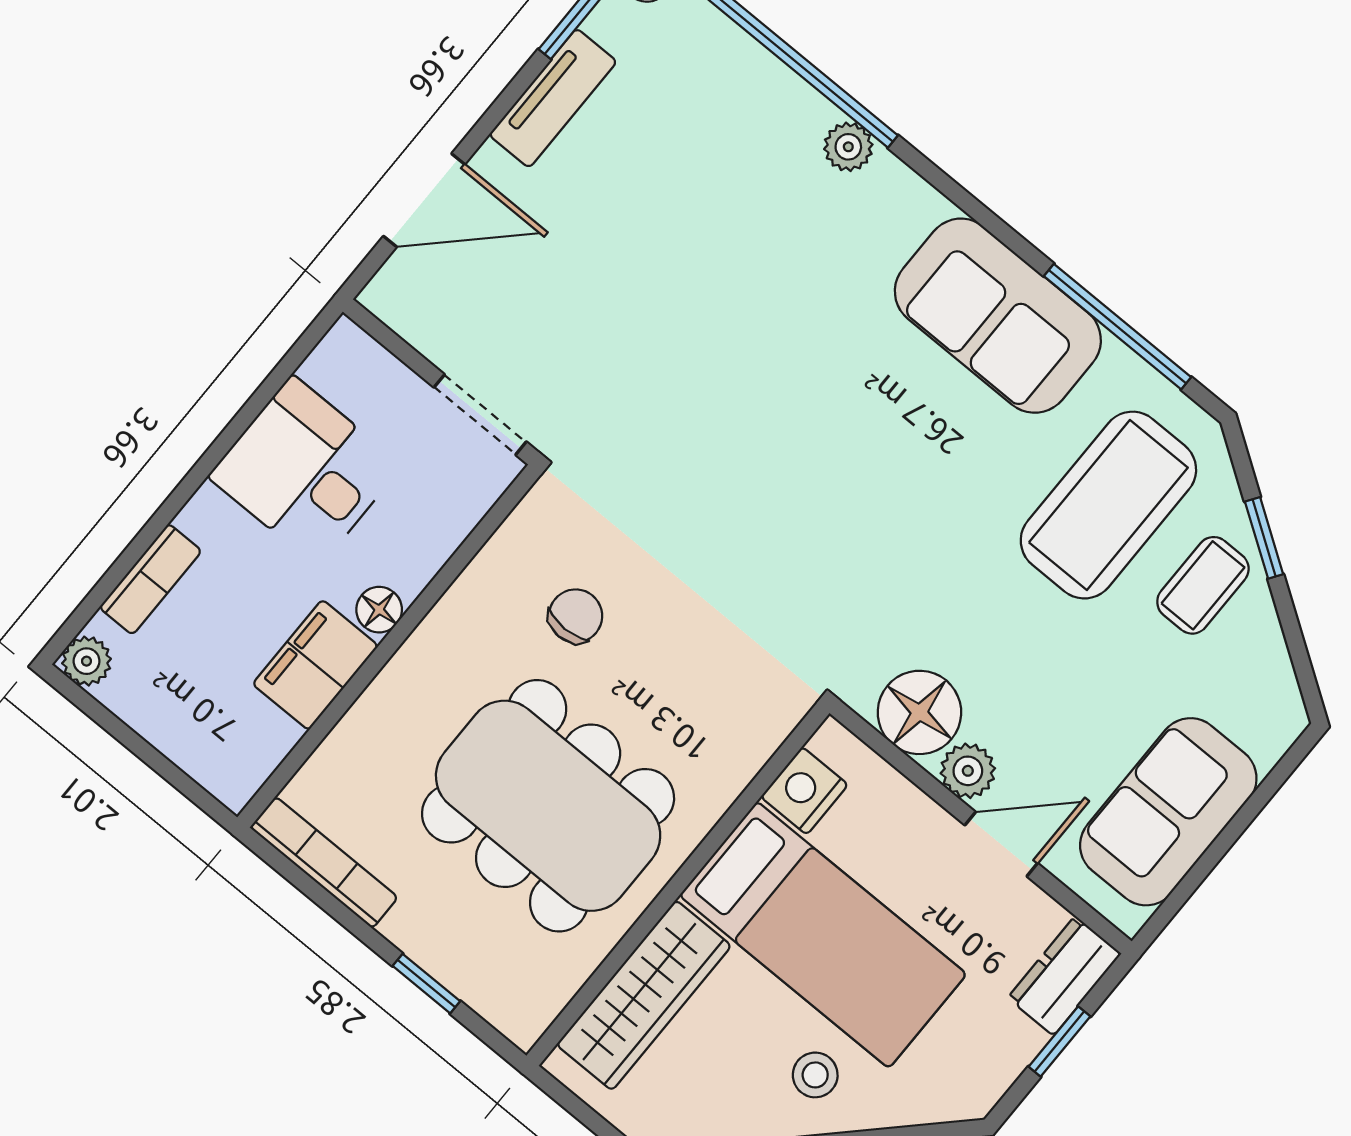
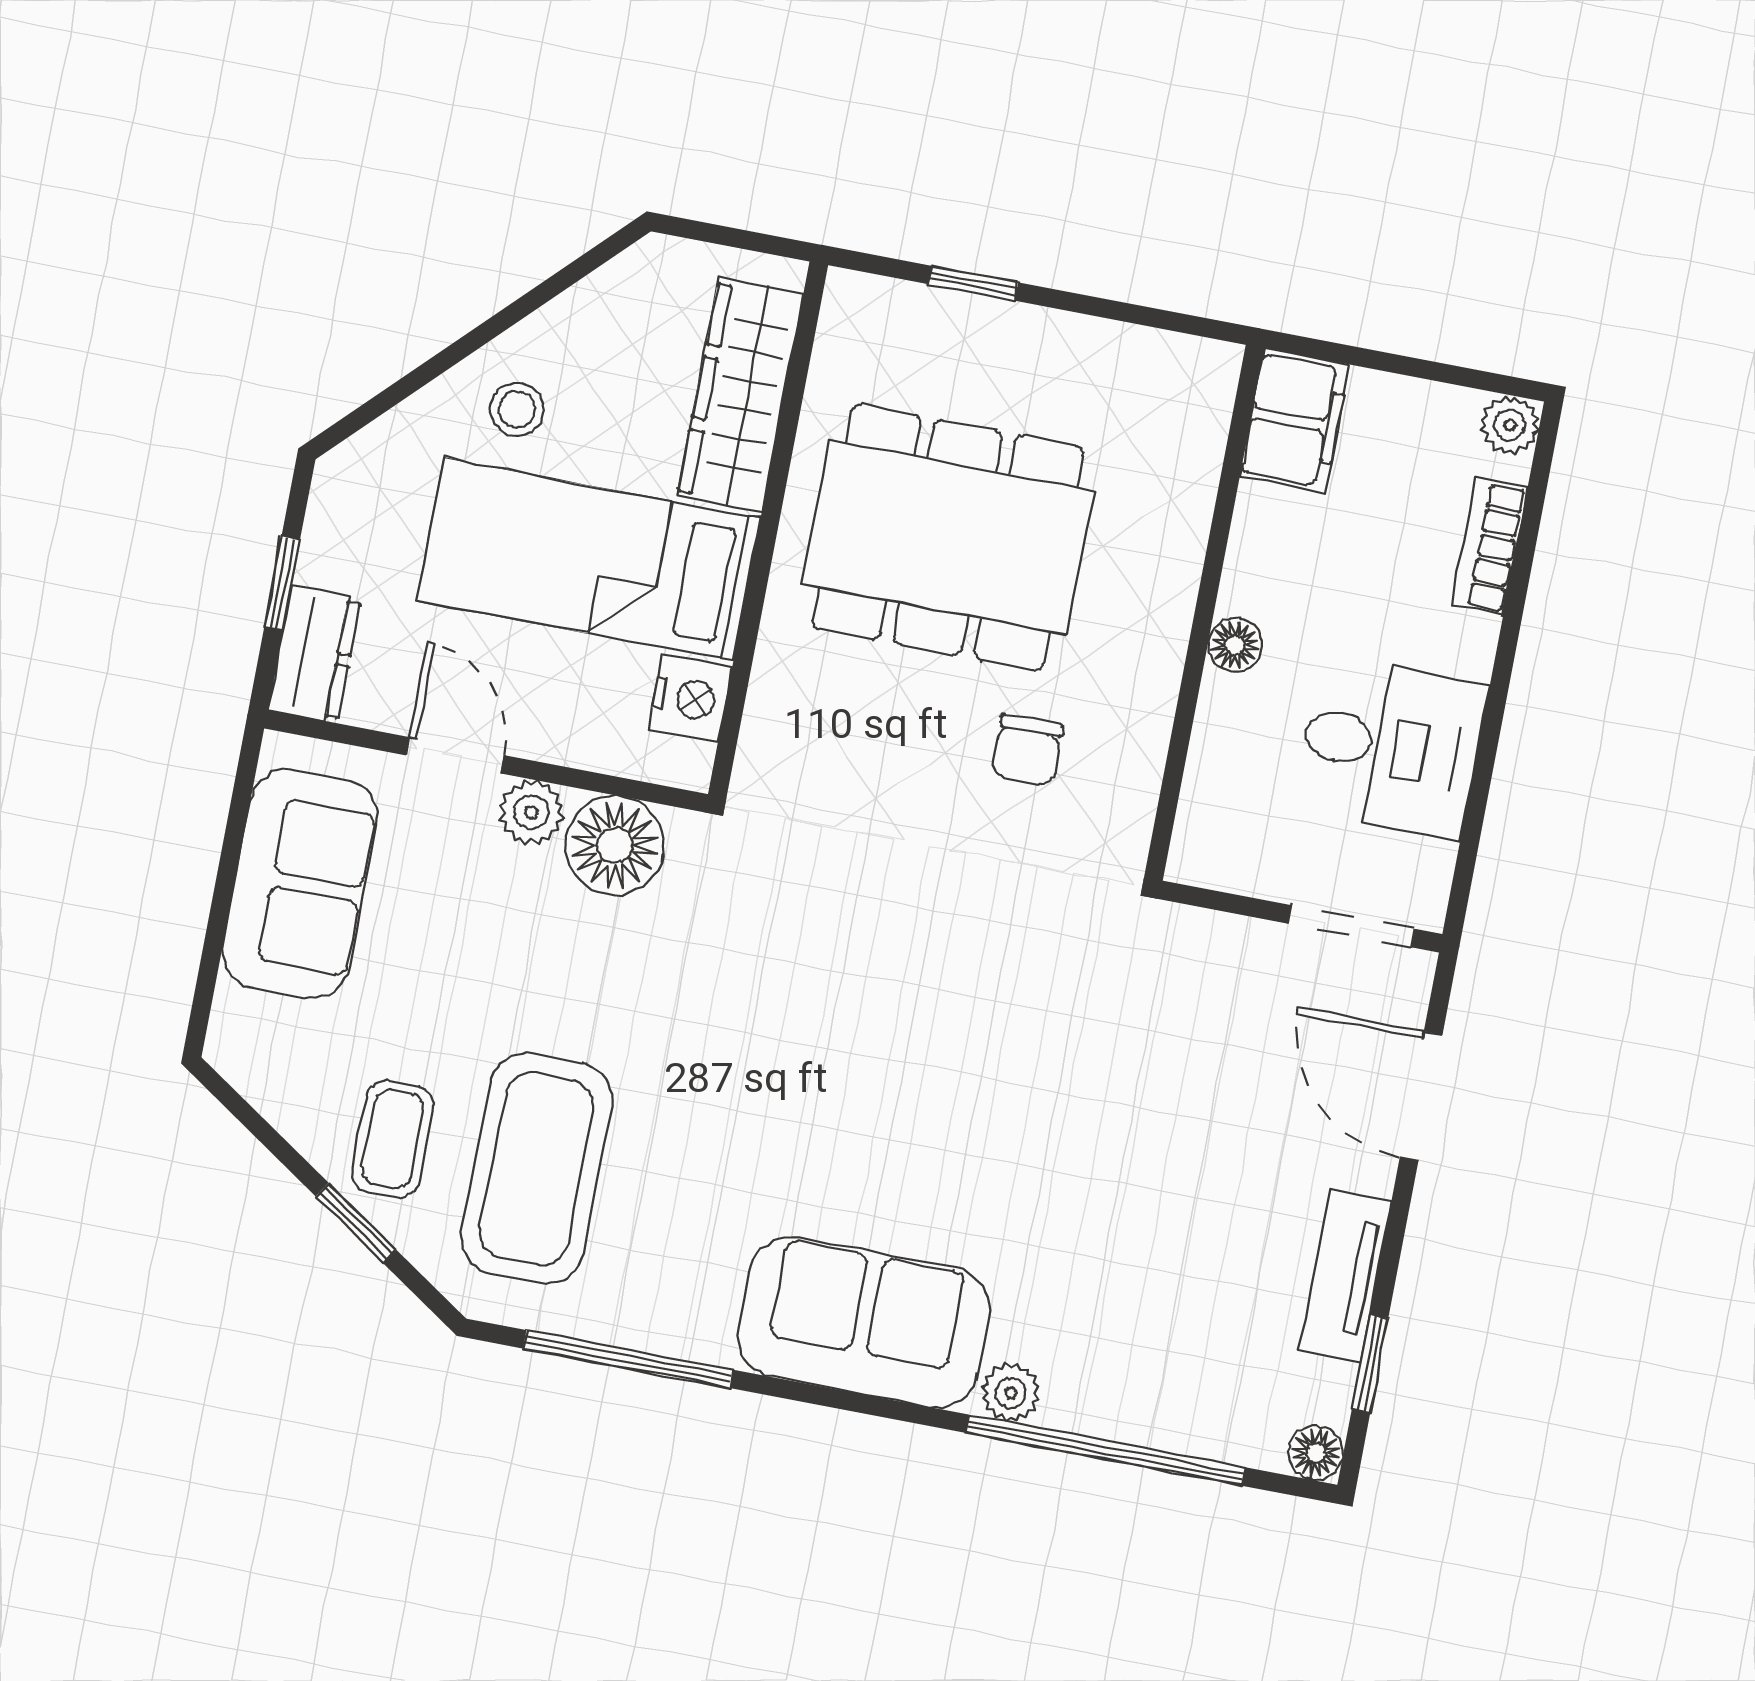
door: (424, 200) -> (1421, 1096), hinge flipped
sofa: (998, 316) -> (864, 1323), moved
doorway: (480, 415) -> (1351, 926), moved
filing cabinet: (315, 665) -> (1295, 421), moved
door: (1001, 844) -> (455, 755), swing flipped
bookcase: (324, 862) -> (1148, 351), removed

